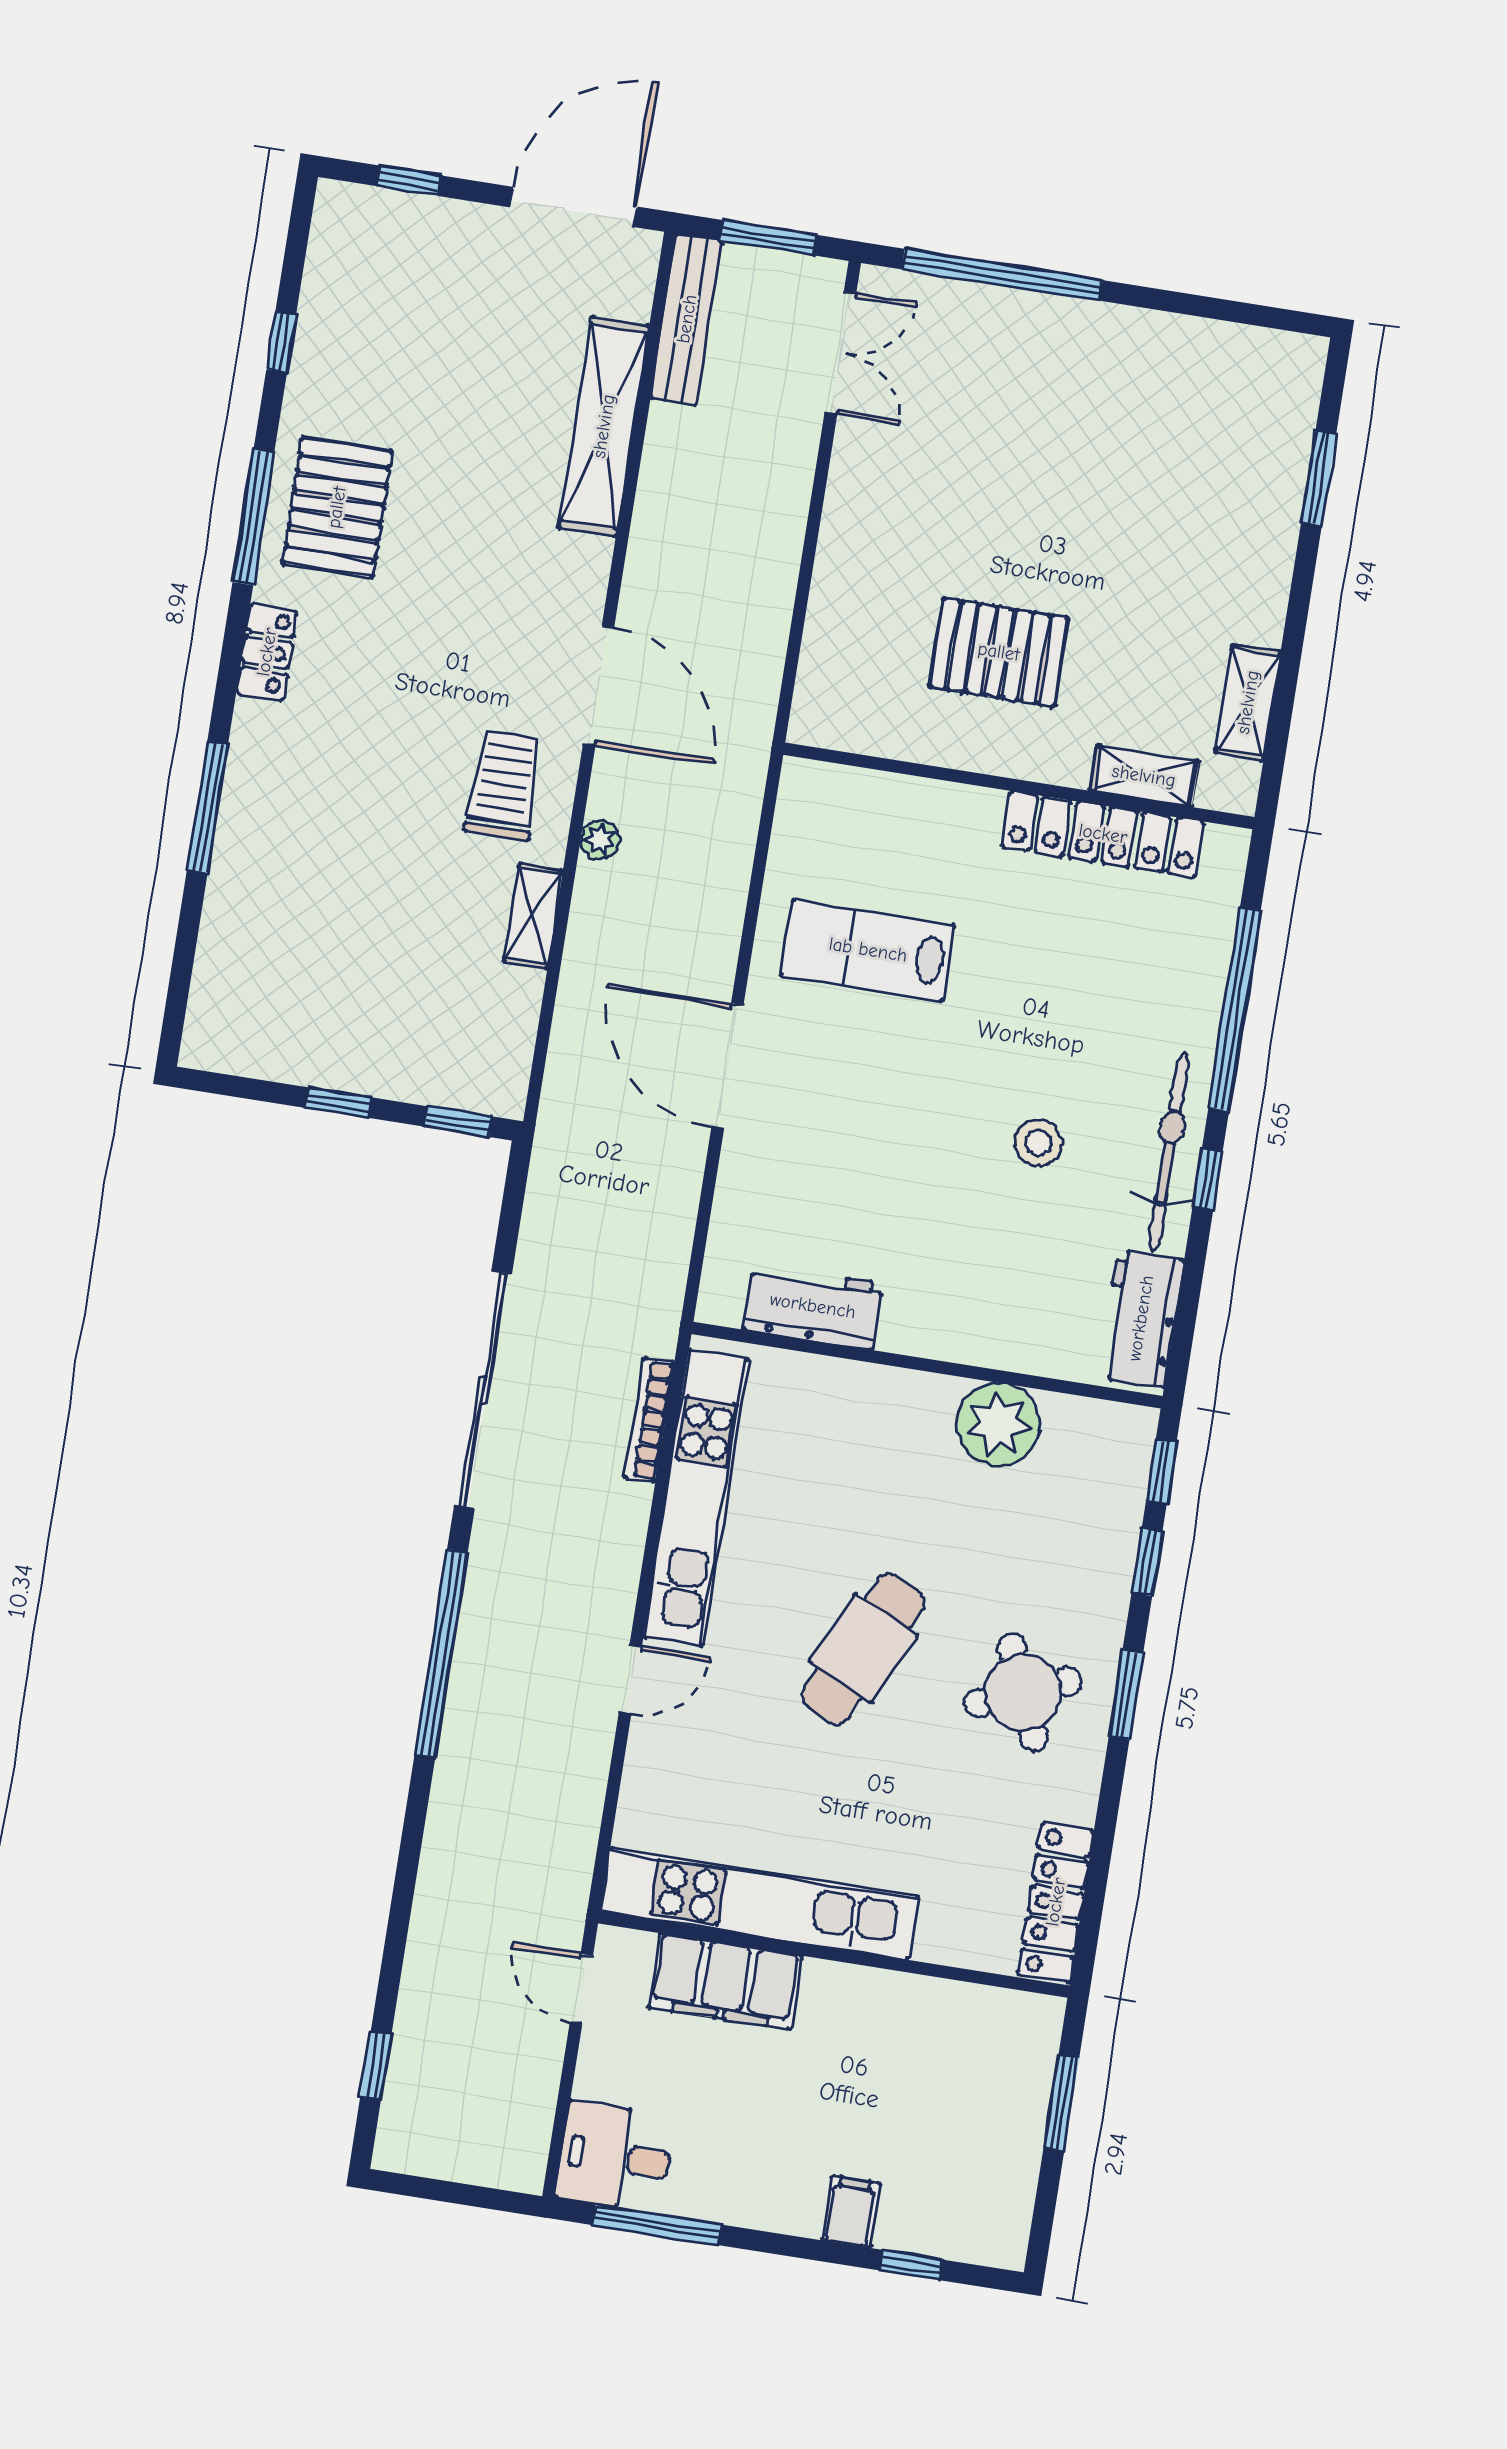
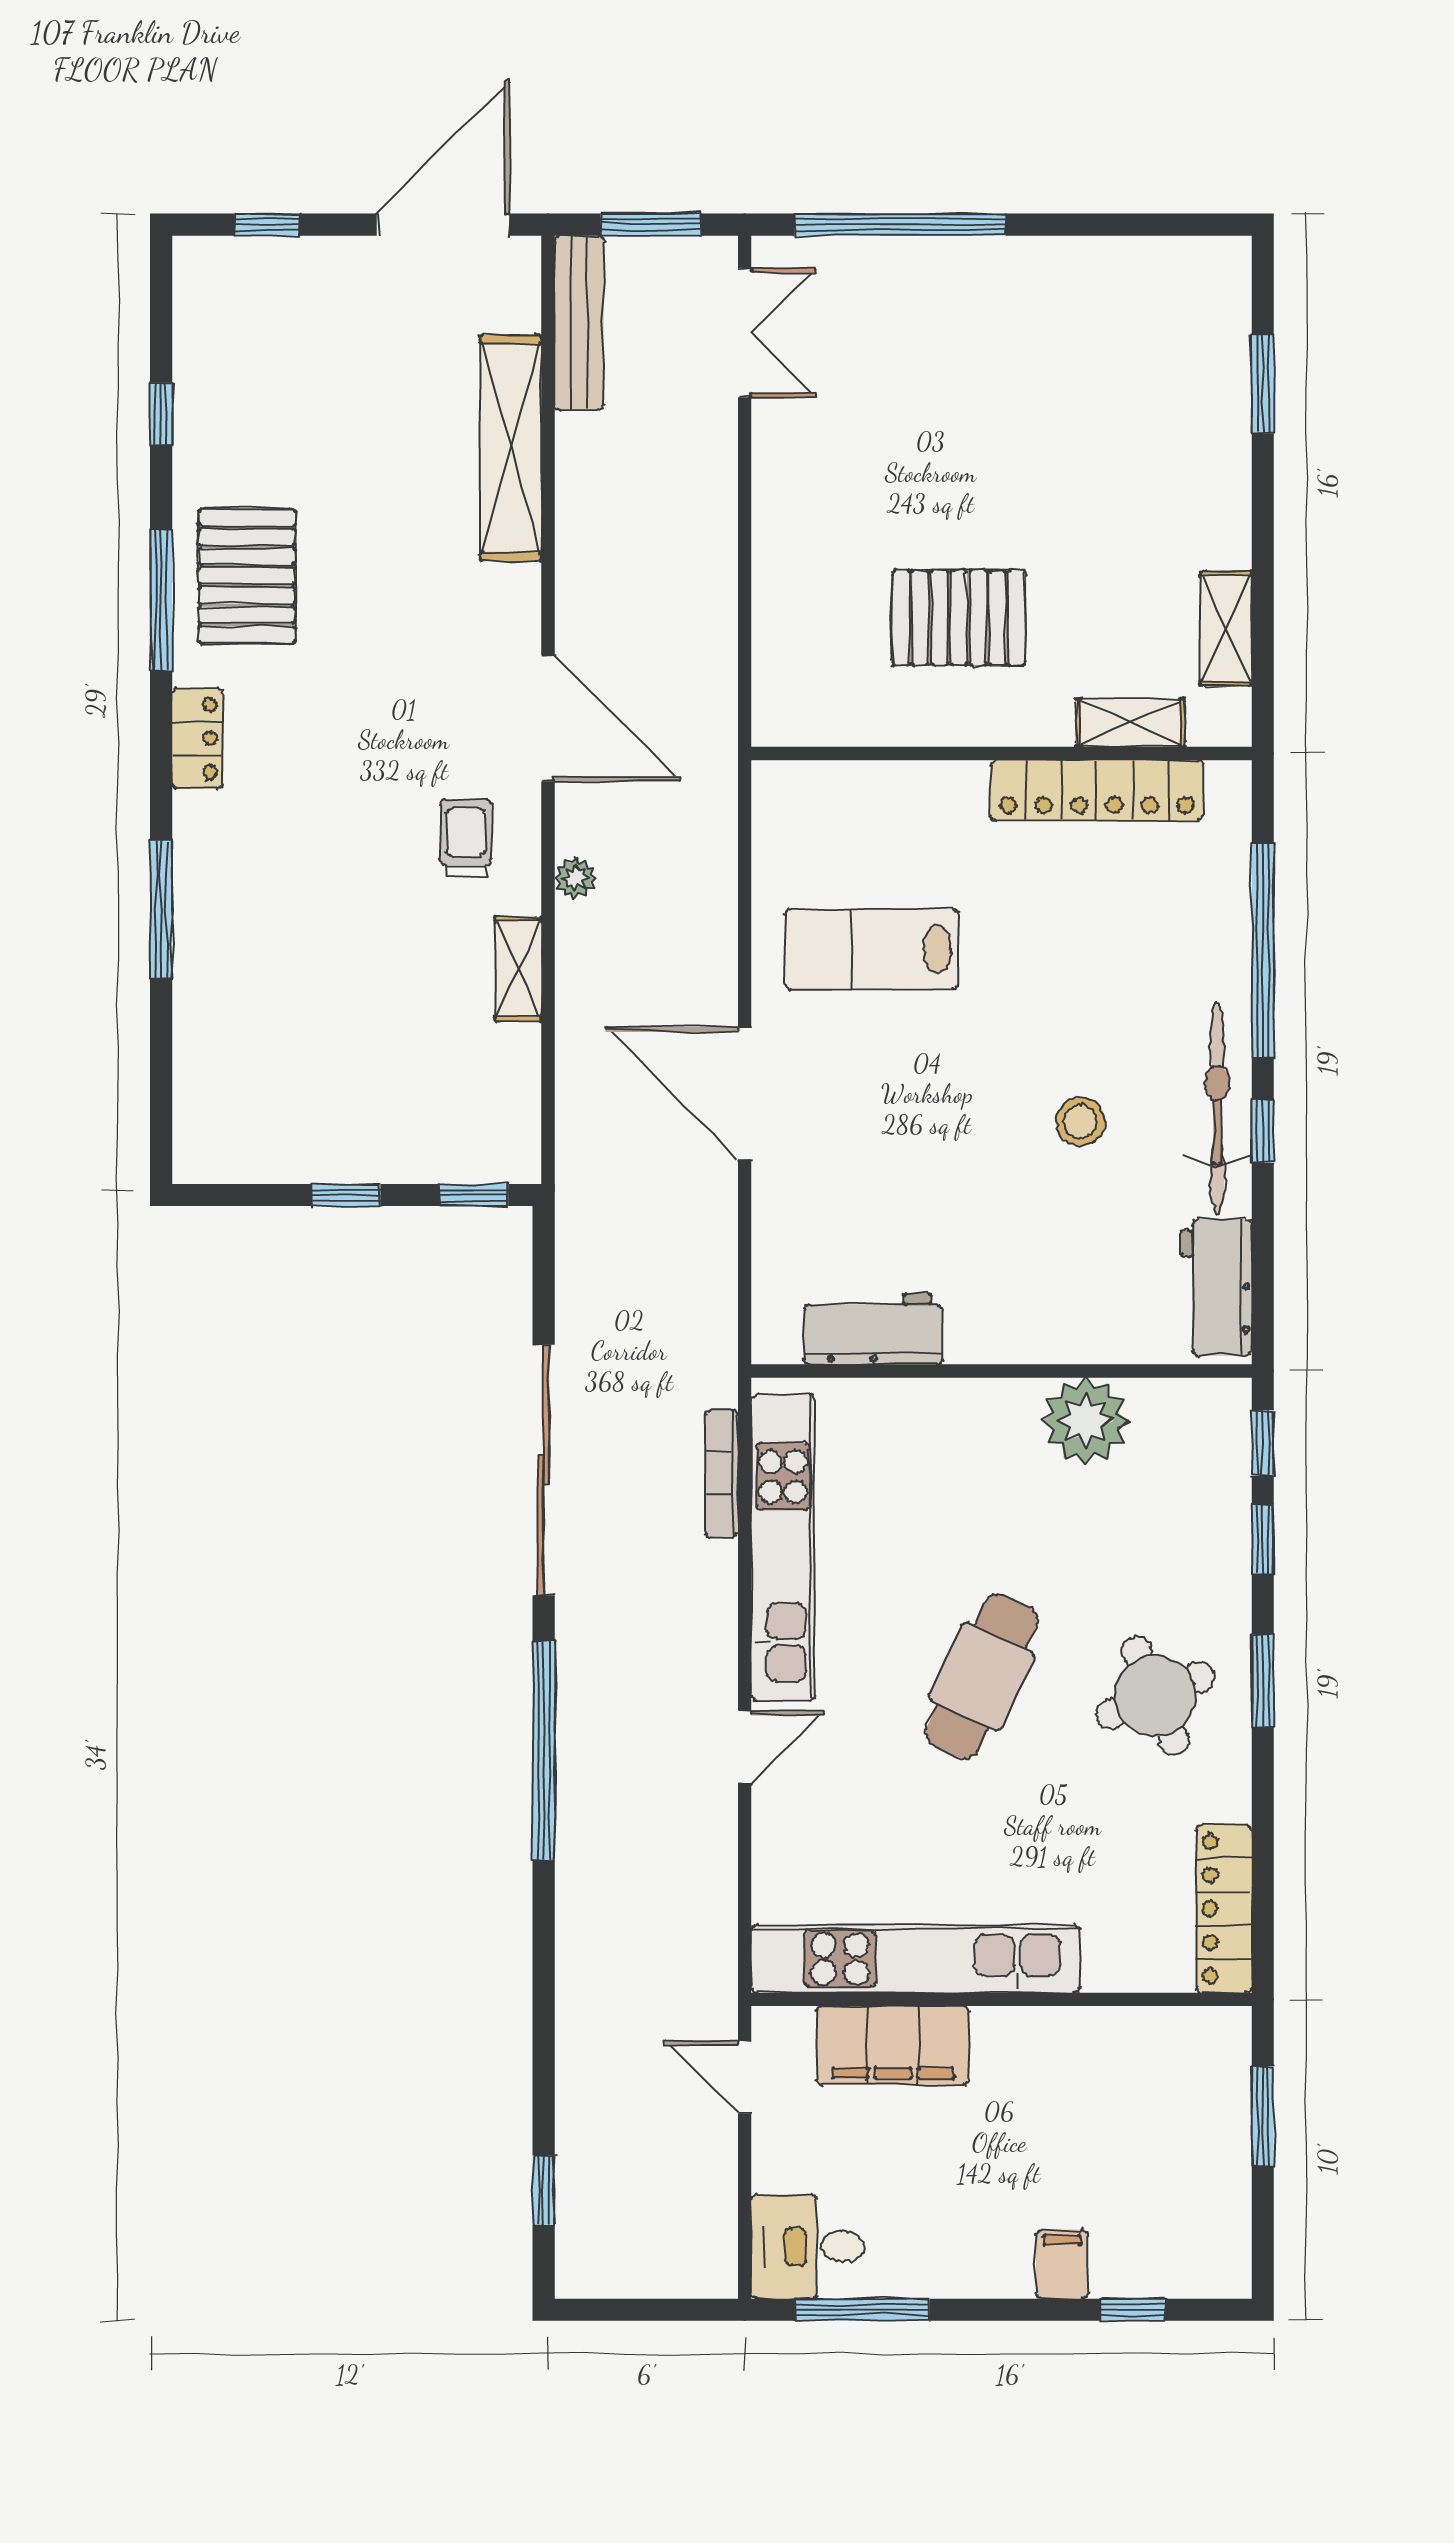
trolley: (504, 785) -> (466, 838), width x0.73, depth x0.72

